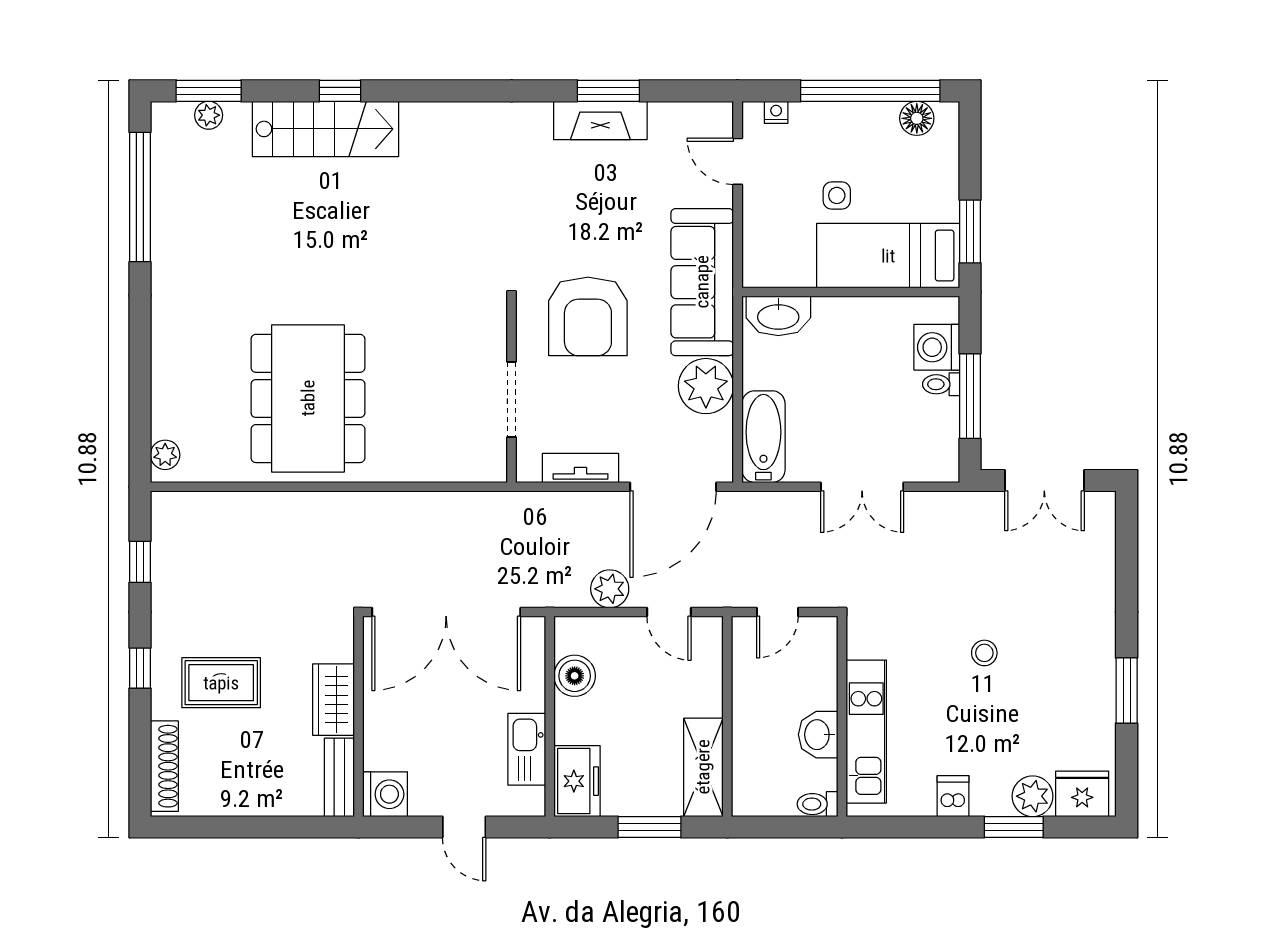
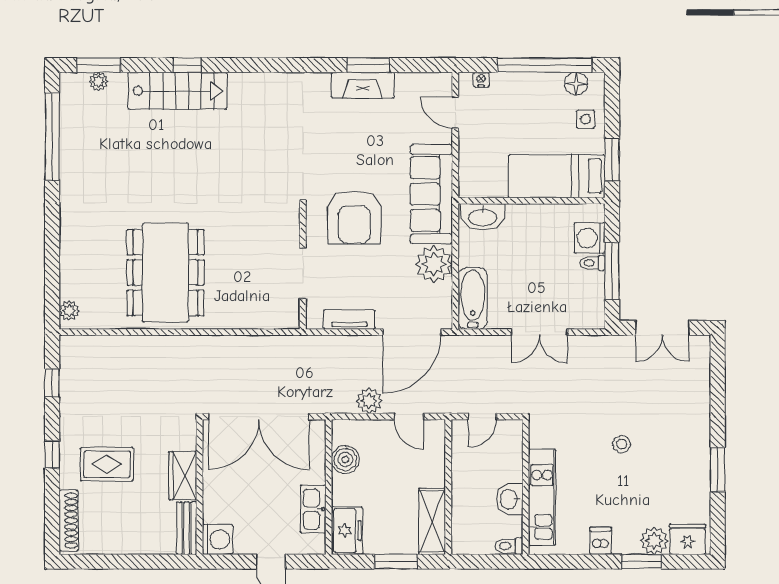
side table: (837, 195) -> (586, 119), moved

